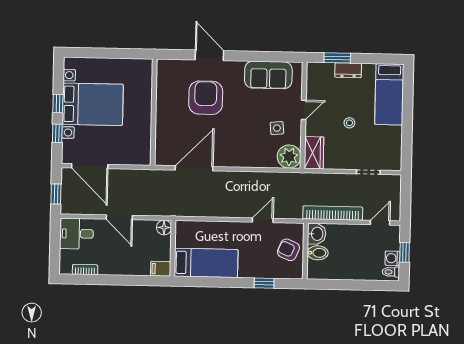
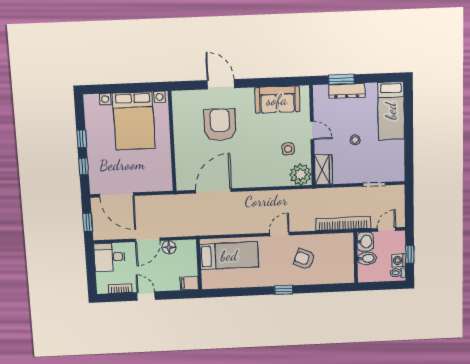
dresser: (348, 70) -> (347, 91), width x1.44
bed with nightstands: (93, 104) -> (134, 121), moved, turned 90
door: (304, 110) -> (312, 130), hinge flipped
door: (119, 217) -> (148, 240), hinge flipped
floor lamp: (164, 227) -> (169, 247), moved
washbasin: (317, 234) -> (365, 242), moved
wall: (305, 251) -> (356, 258), moved
bidet: (318, 253) -> (367, 258), moved
bed: (206, 263) -> (229, 256), moved
door: (112, 280) -> (146, 296), added

